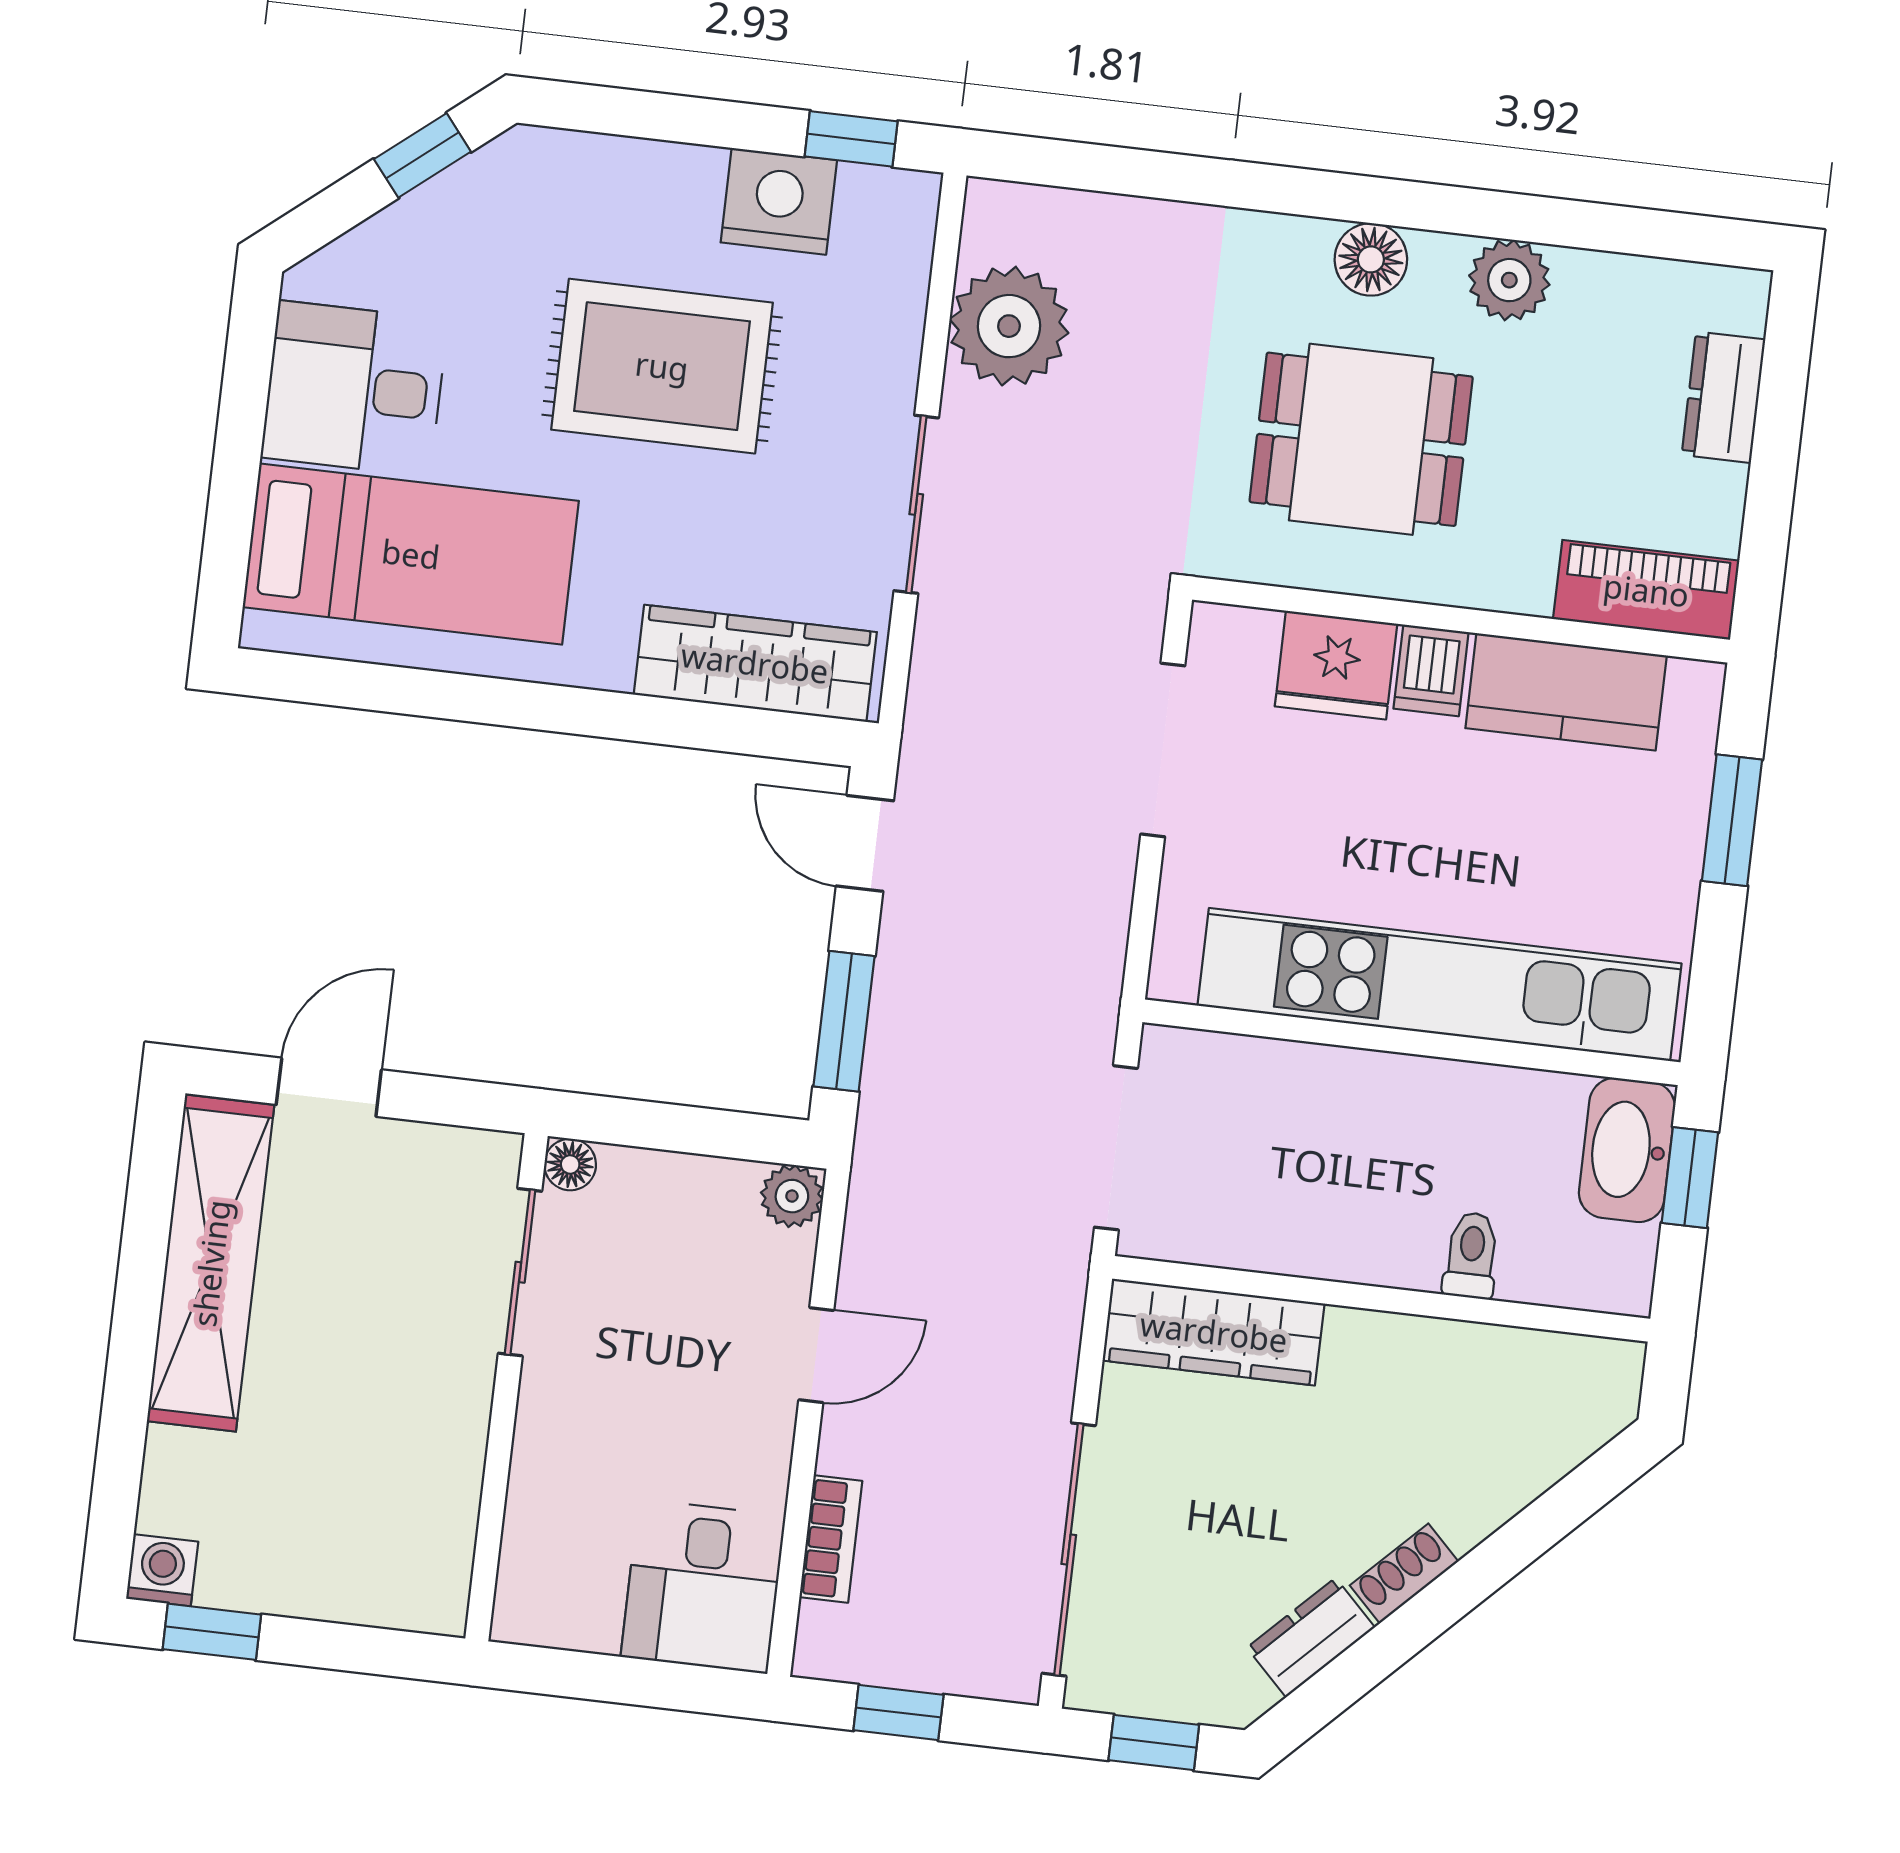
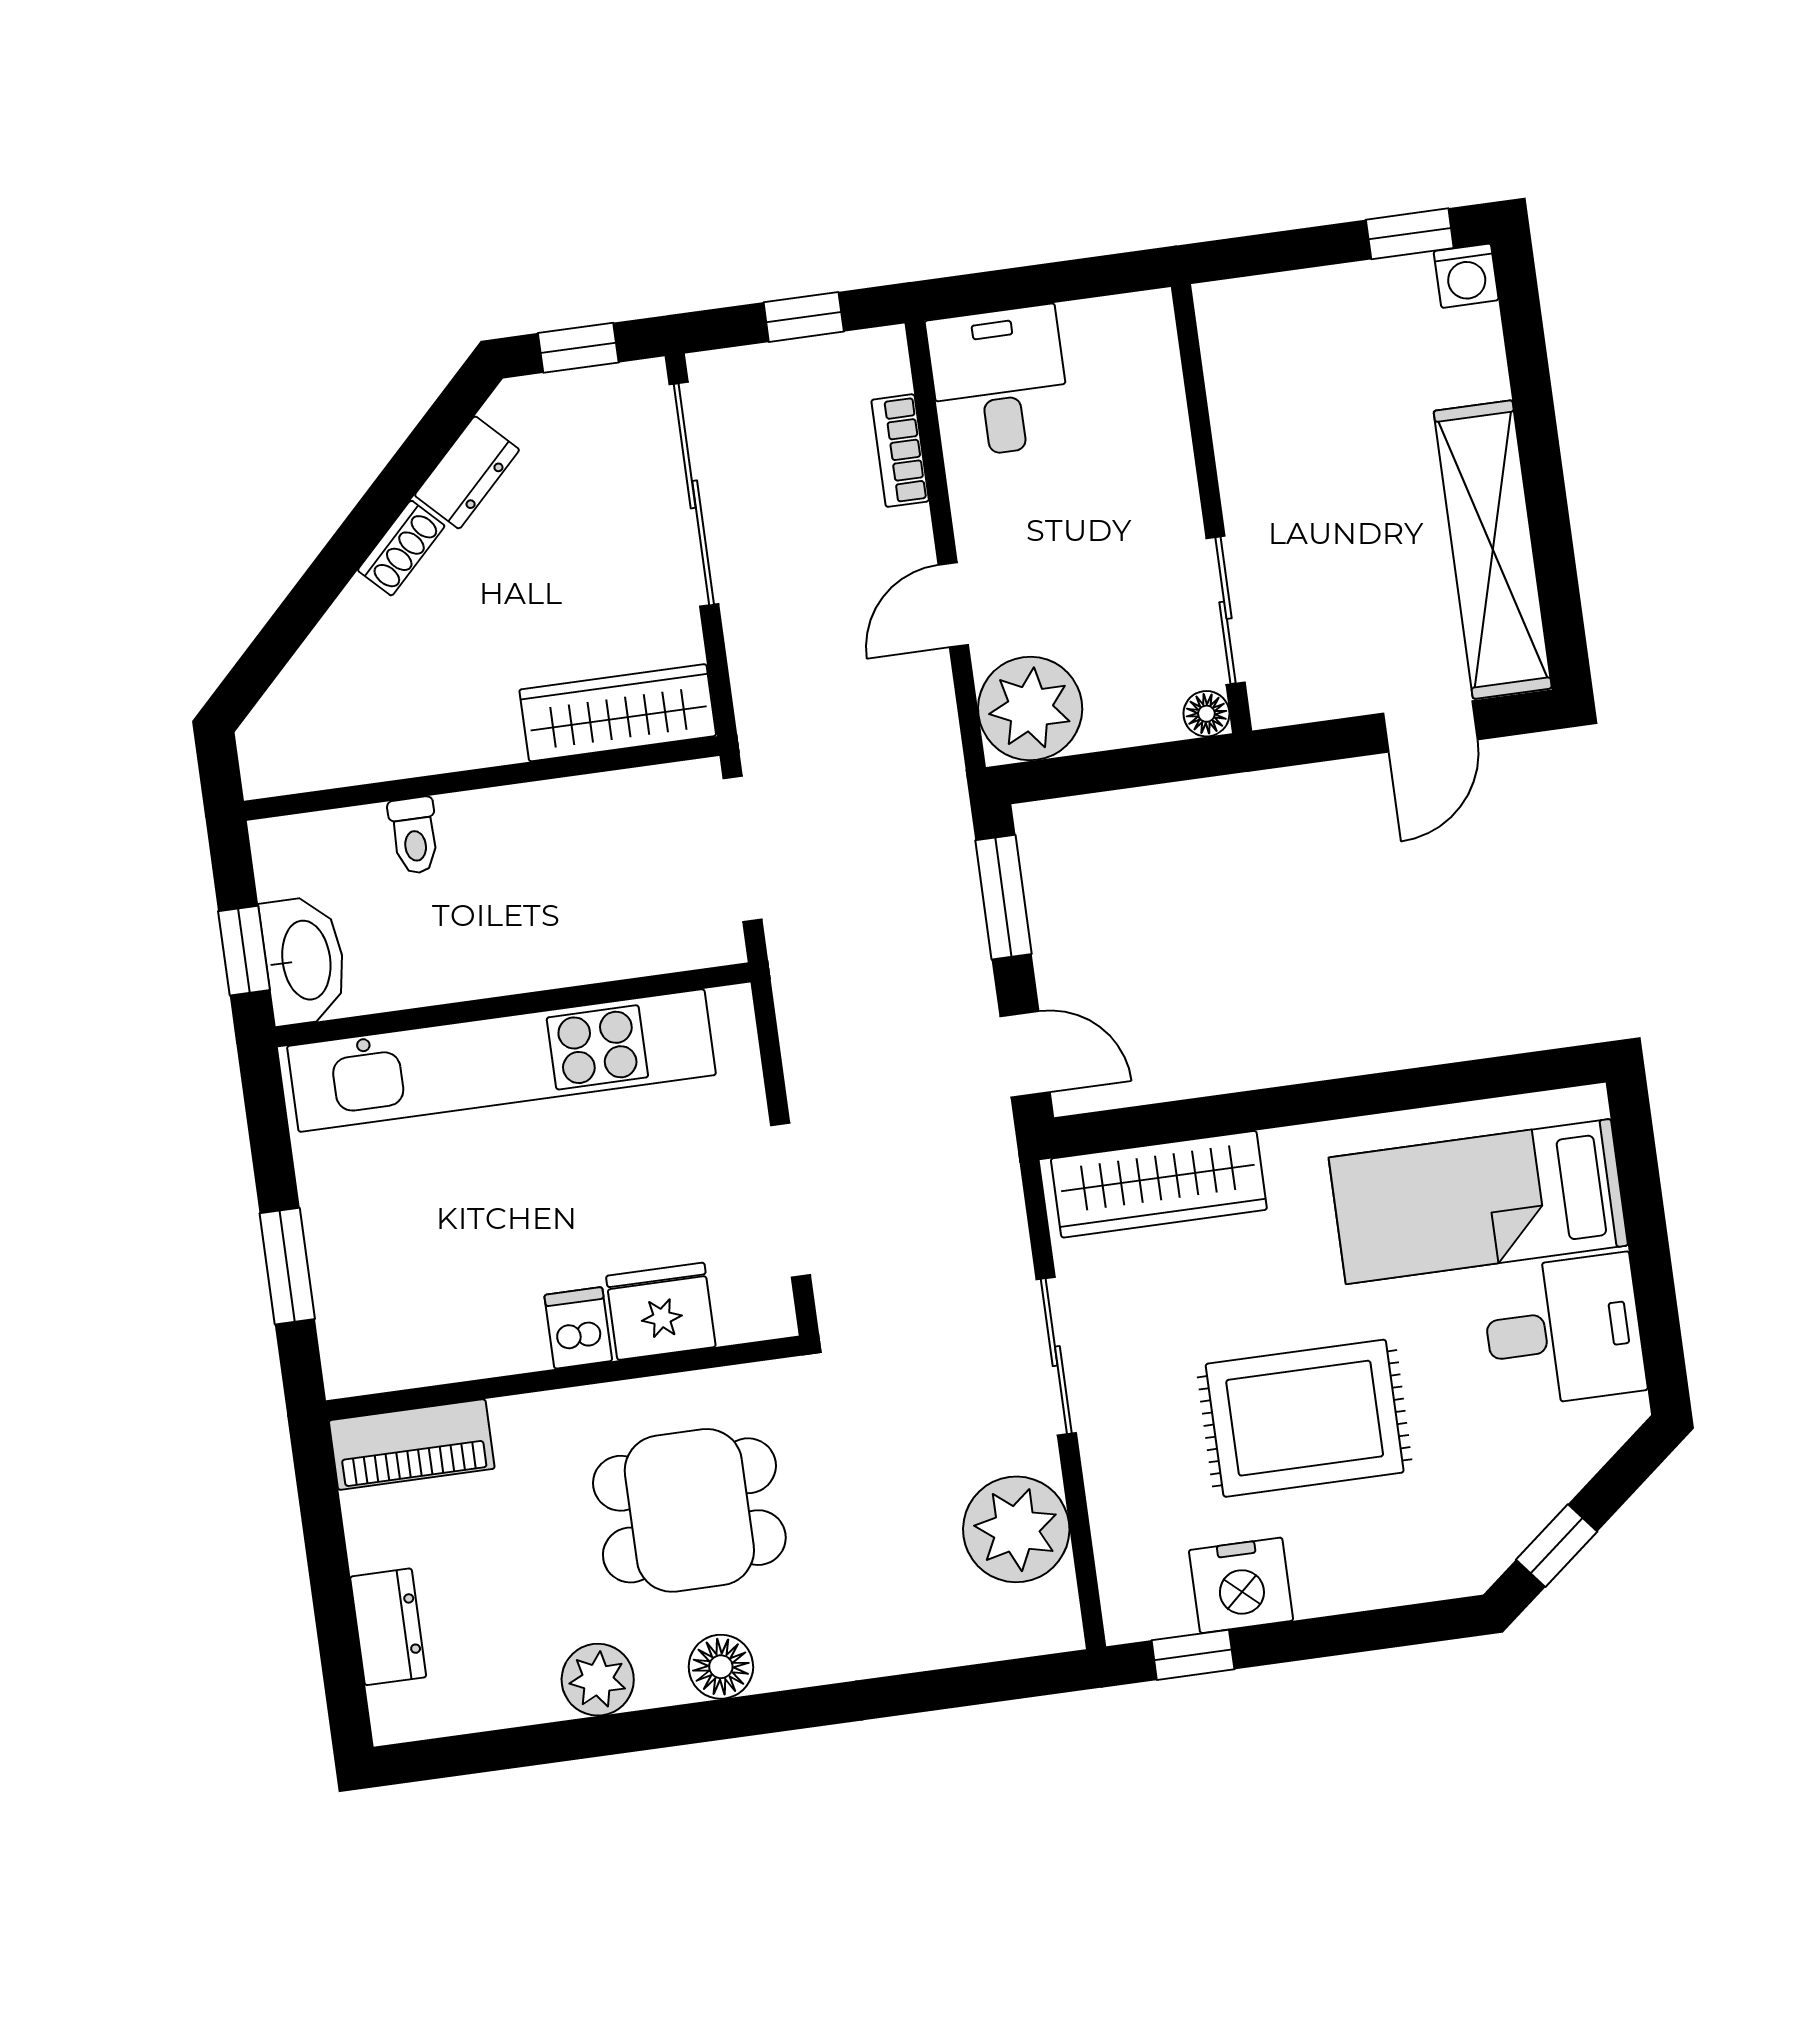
kitchen counter: (1566, 692) -> (458, 1339), removed
plant: (792, 1196) -> (1030, 708), width x1.87, depth x1.87

